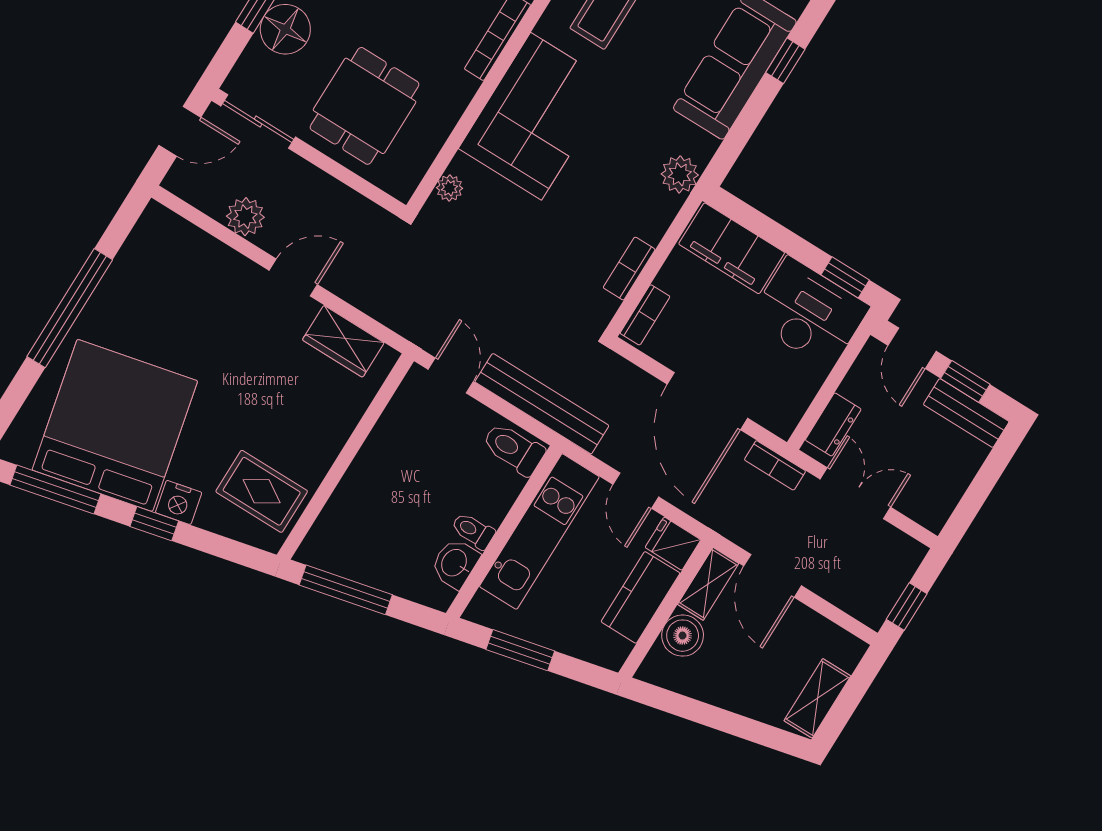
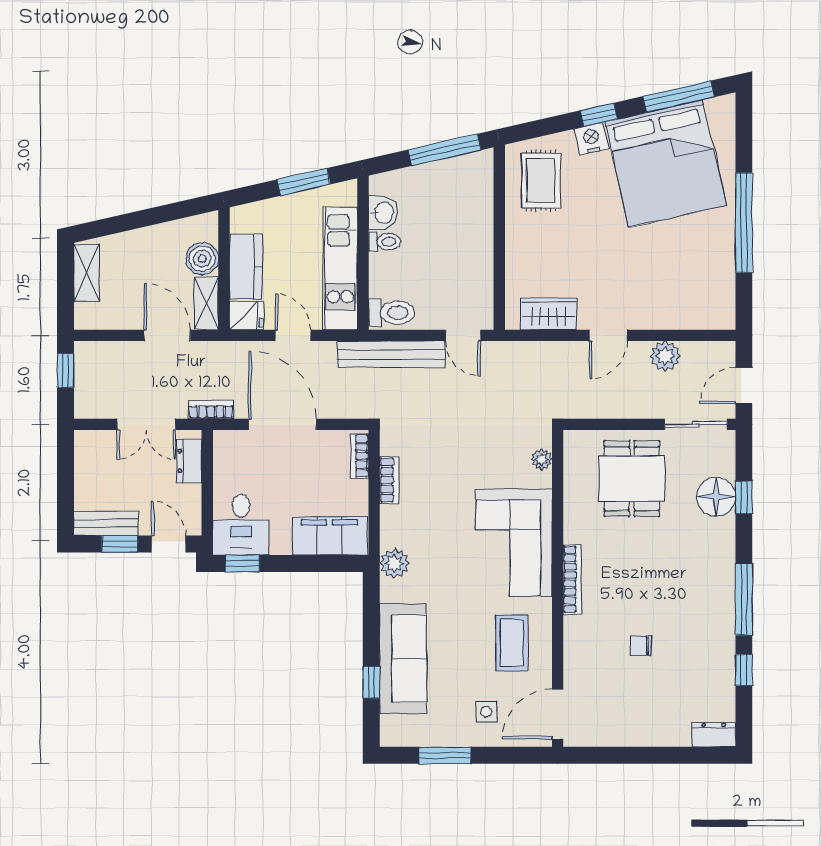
desk: (809, 313) -> (241, 525), width x0.73
rug: (262, 491) -> (541, 181), turned 90

